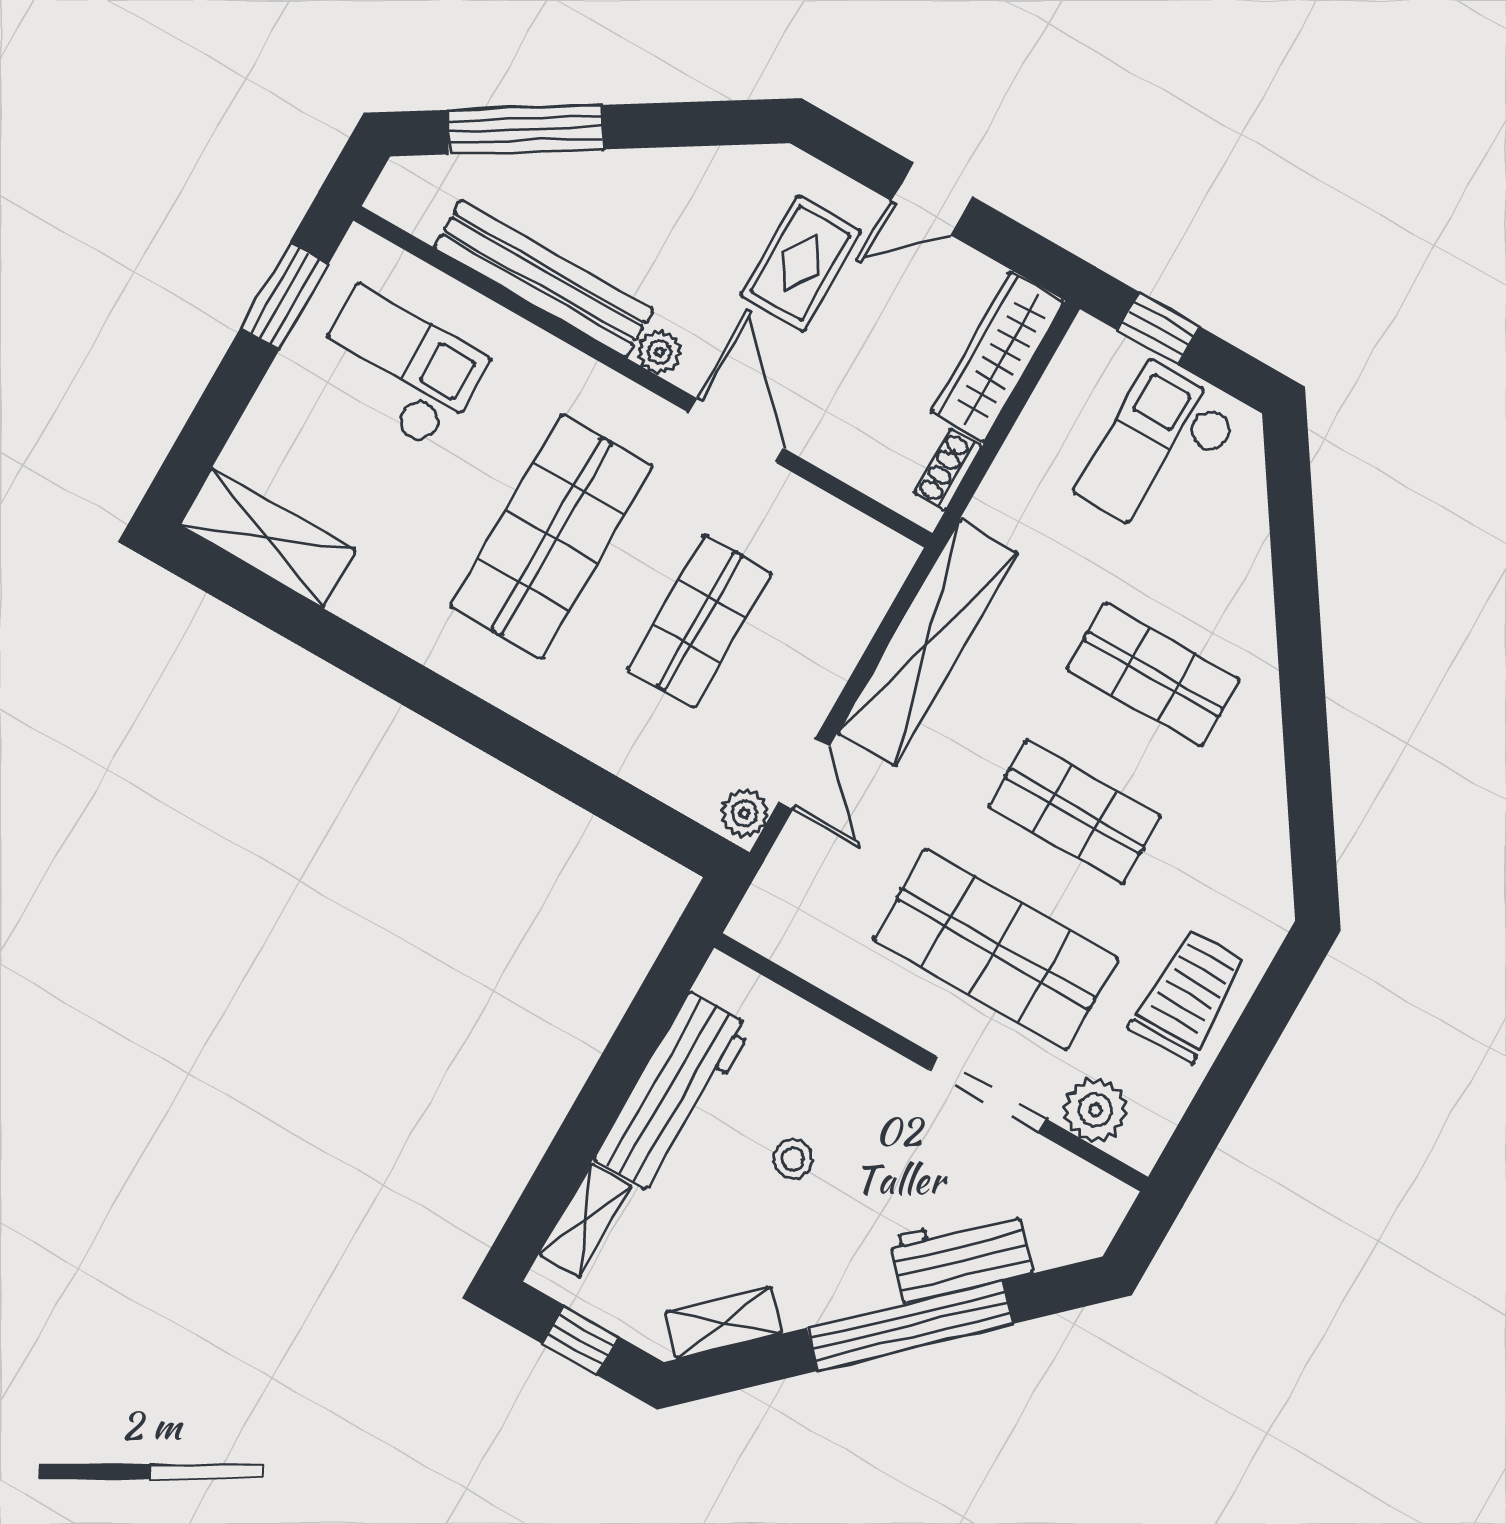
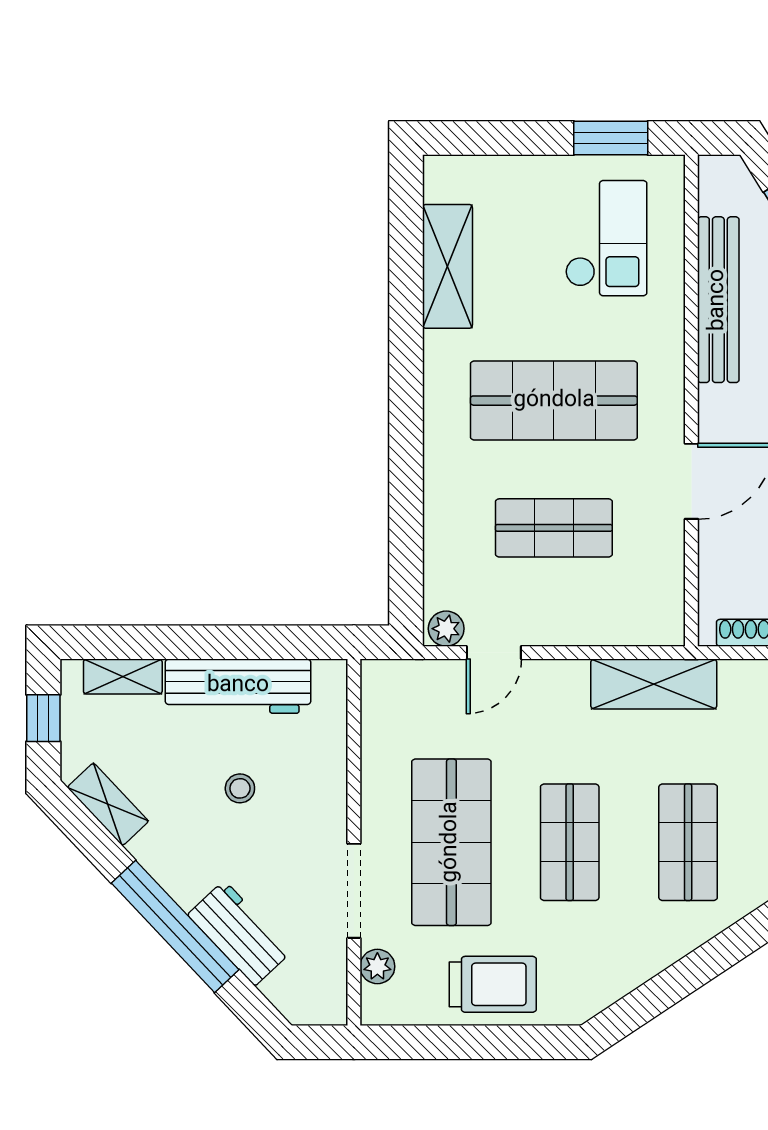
plant: (659, 352) -> (714, 402), removed
shelving: (267, 538) -> (447, 266), moved
shelving: (927, 643) -> (654, 684), width x0.68
plant: (1095, 1110) -> (377, 966), width x0.73, depth x0.73

